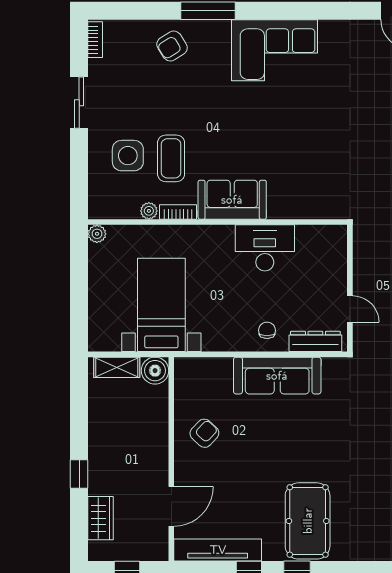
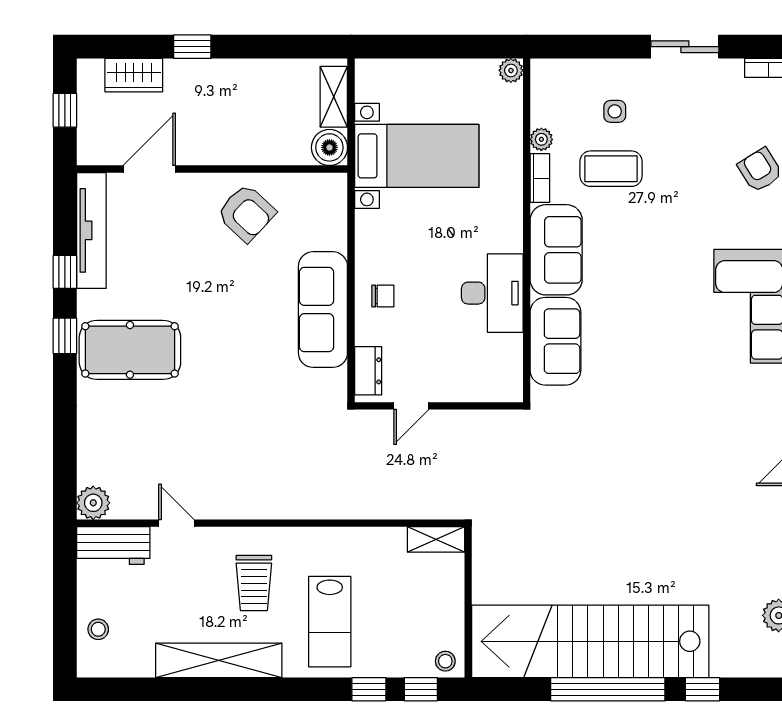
side table: (128, 156) -> (615, 111), width x0.54, depth x0.54
sofa: (301, 200) -> (555, 341), added
dresser: (315, 341) -> (368, 371), width x0.70
armchair: (204, 433) -> (246, 213), width x1.38, depth x1.38
door: (171, 506) -> (149, 169), swing flipped

